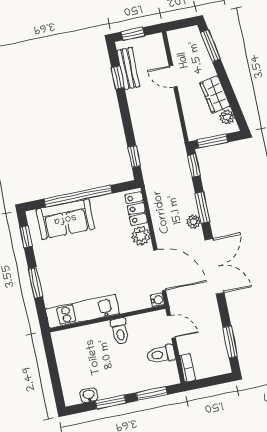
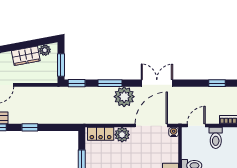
window: (134, 156) -> (30, 127), moved
plant: (194, 222) -> (124, 97), width x1.87, depth x1.87
double door: (214, 266) -> (157, 83), width x0.73
window: (230, 342) -> (217, 83), width x0.67

